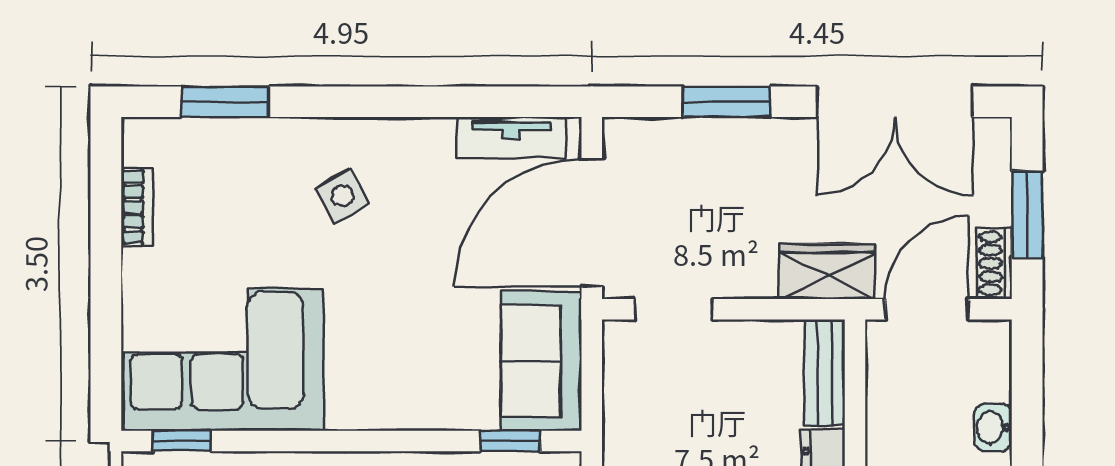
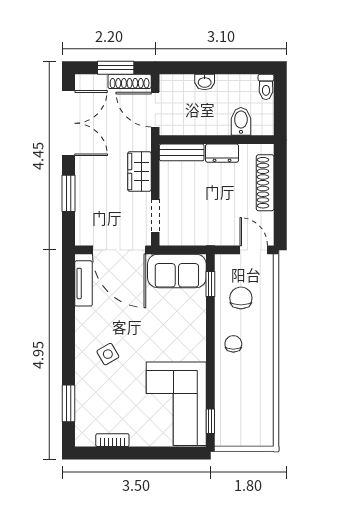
shoe rack: (995, 263) -> (130, 81), width x1.43
wardrobe: (827, 272) -> (139, 172), moved

